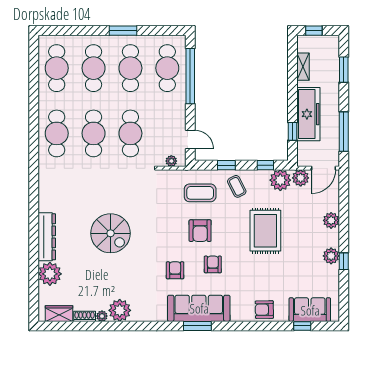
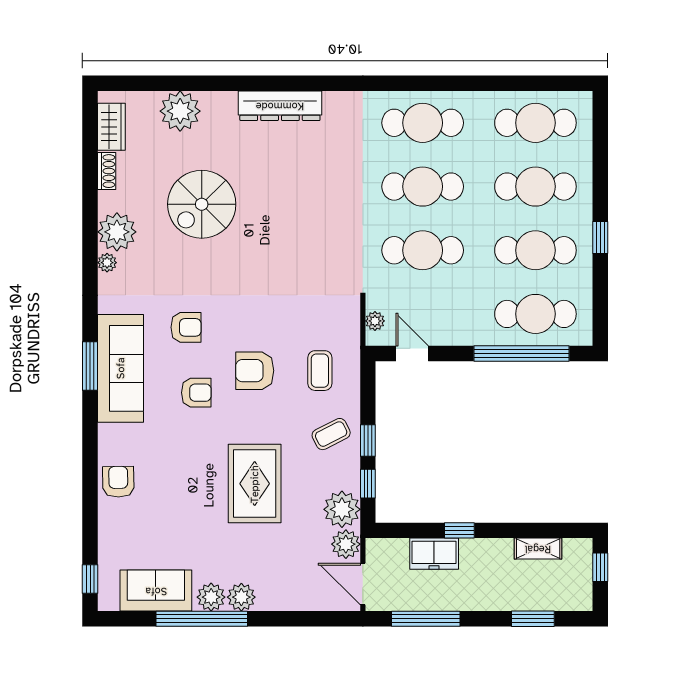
window: (123, 31) -> (600, 238), width x0.67
freezer: (308, 114) -> (434, 554), width x0.52, depth x0.79
window: (293, 131) -> (459, 530), moved
door: (190, 140) -> (412, 354), swing flipped
window: (226, 165) -> (368, 441), moved
coffee table: (200, 193) -> (320, 371), width x0.73, depth x0.77
plant: (331, 220) -> (241, 597), moved
rug: (265, 231) -> (255, 484), turned 90
spiral stairs: (111, 233) -> (202, 204), moved
dresser: (47, 237) -> (280, 106), moved
window: (344, 261) -> (202, 619), width x3.17
sofa: (310, 310) -> (156, 591), moved, turned -90
plant: (102, 316) -> (107, 263), moved
window: (302, 326) -> (90, 579), moved

